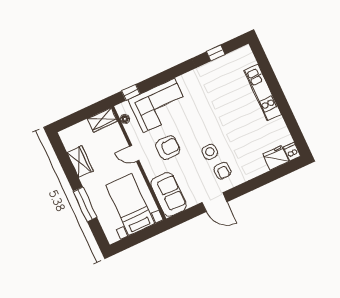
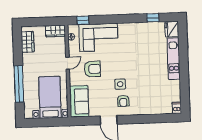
door: (134, 153) -> (68, 63), swing flipped
fridge: (276, 158) -> (172, 29), moved, turned -90
wardrobe: (80, 162) -> (28, 42), moved
window: (85, 204) -> (19, 84), width x1.46

